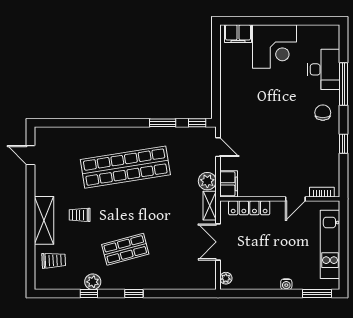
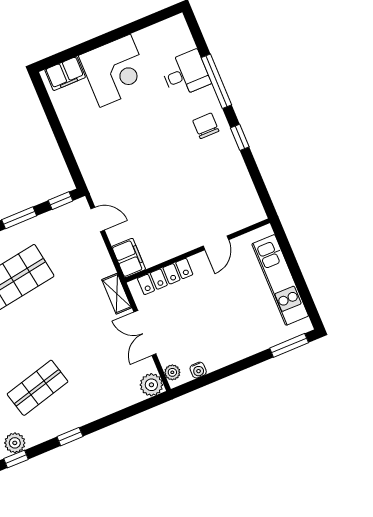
desk: (324, 69) -> (186, 74), width x0.73
window: (344, 144) -> (240, 137), moved
plant: (207, 181) -> (151, 385), moved
bookcase: (322, 192) -> (244, 221), removed
water cooler: (286, 284) -> (198, 370), moved

